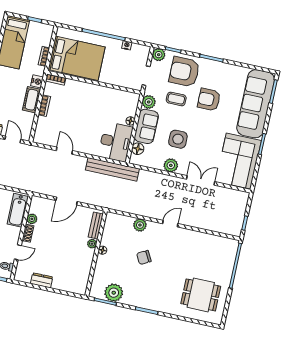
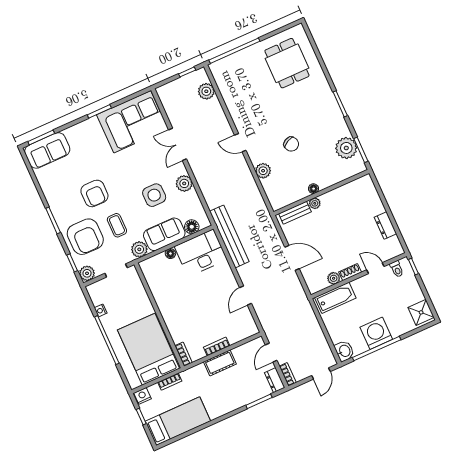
nightstand: (37, 81) -> (142, 396), moved
sofa: (256, 104) -> (47, 150), width x0.54, depth x0.79
plant: (222, 226) -> (206, 91), added

